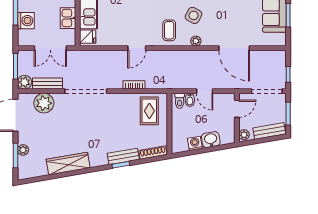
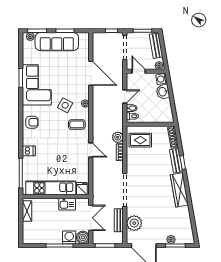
boiler: (26, 38) -> (83, 237), added
door: (234, 48) -> (91, 73), hinge flipped
plant: (25, 82) -> (118, 137), moved
washing machine: (195, 143) -> (162, 79), moved
wardrobe: (68, 164) -> (179, 190), moved

